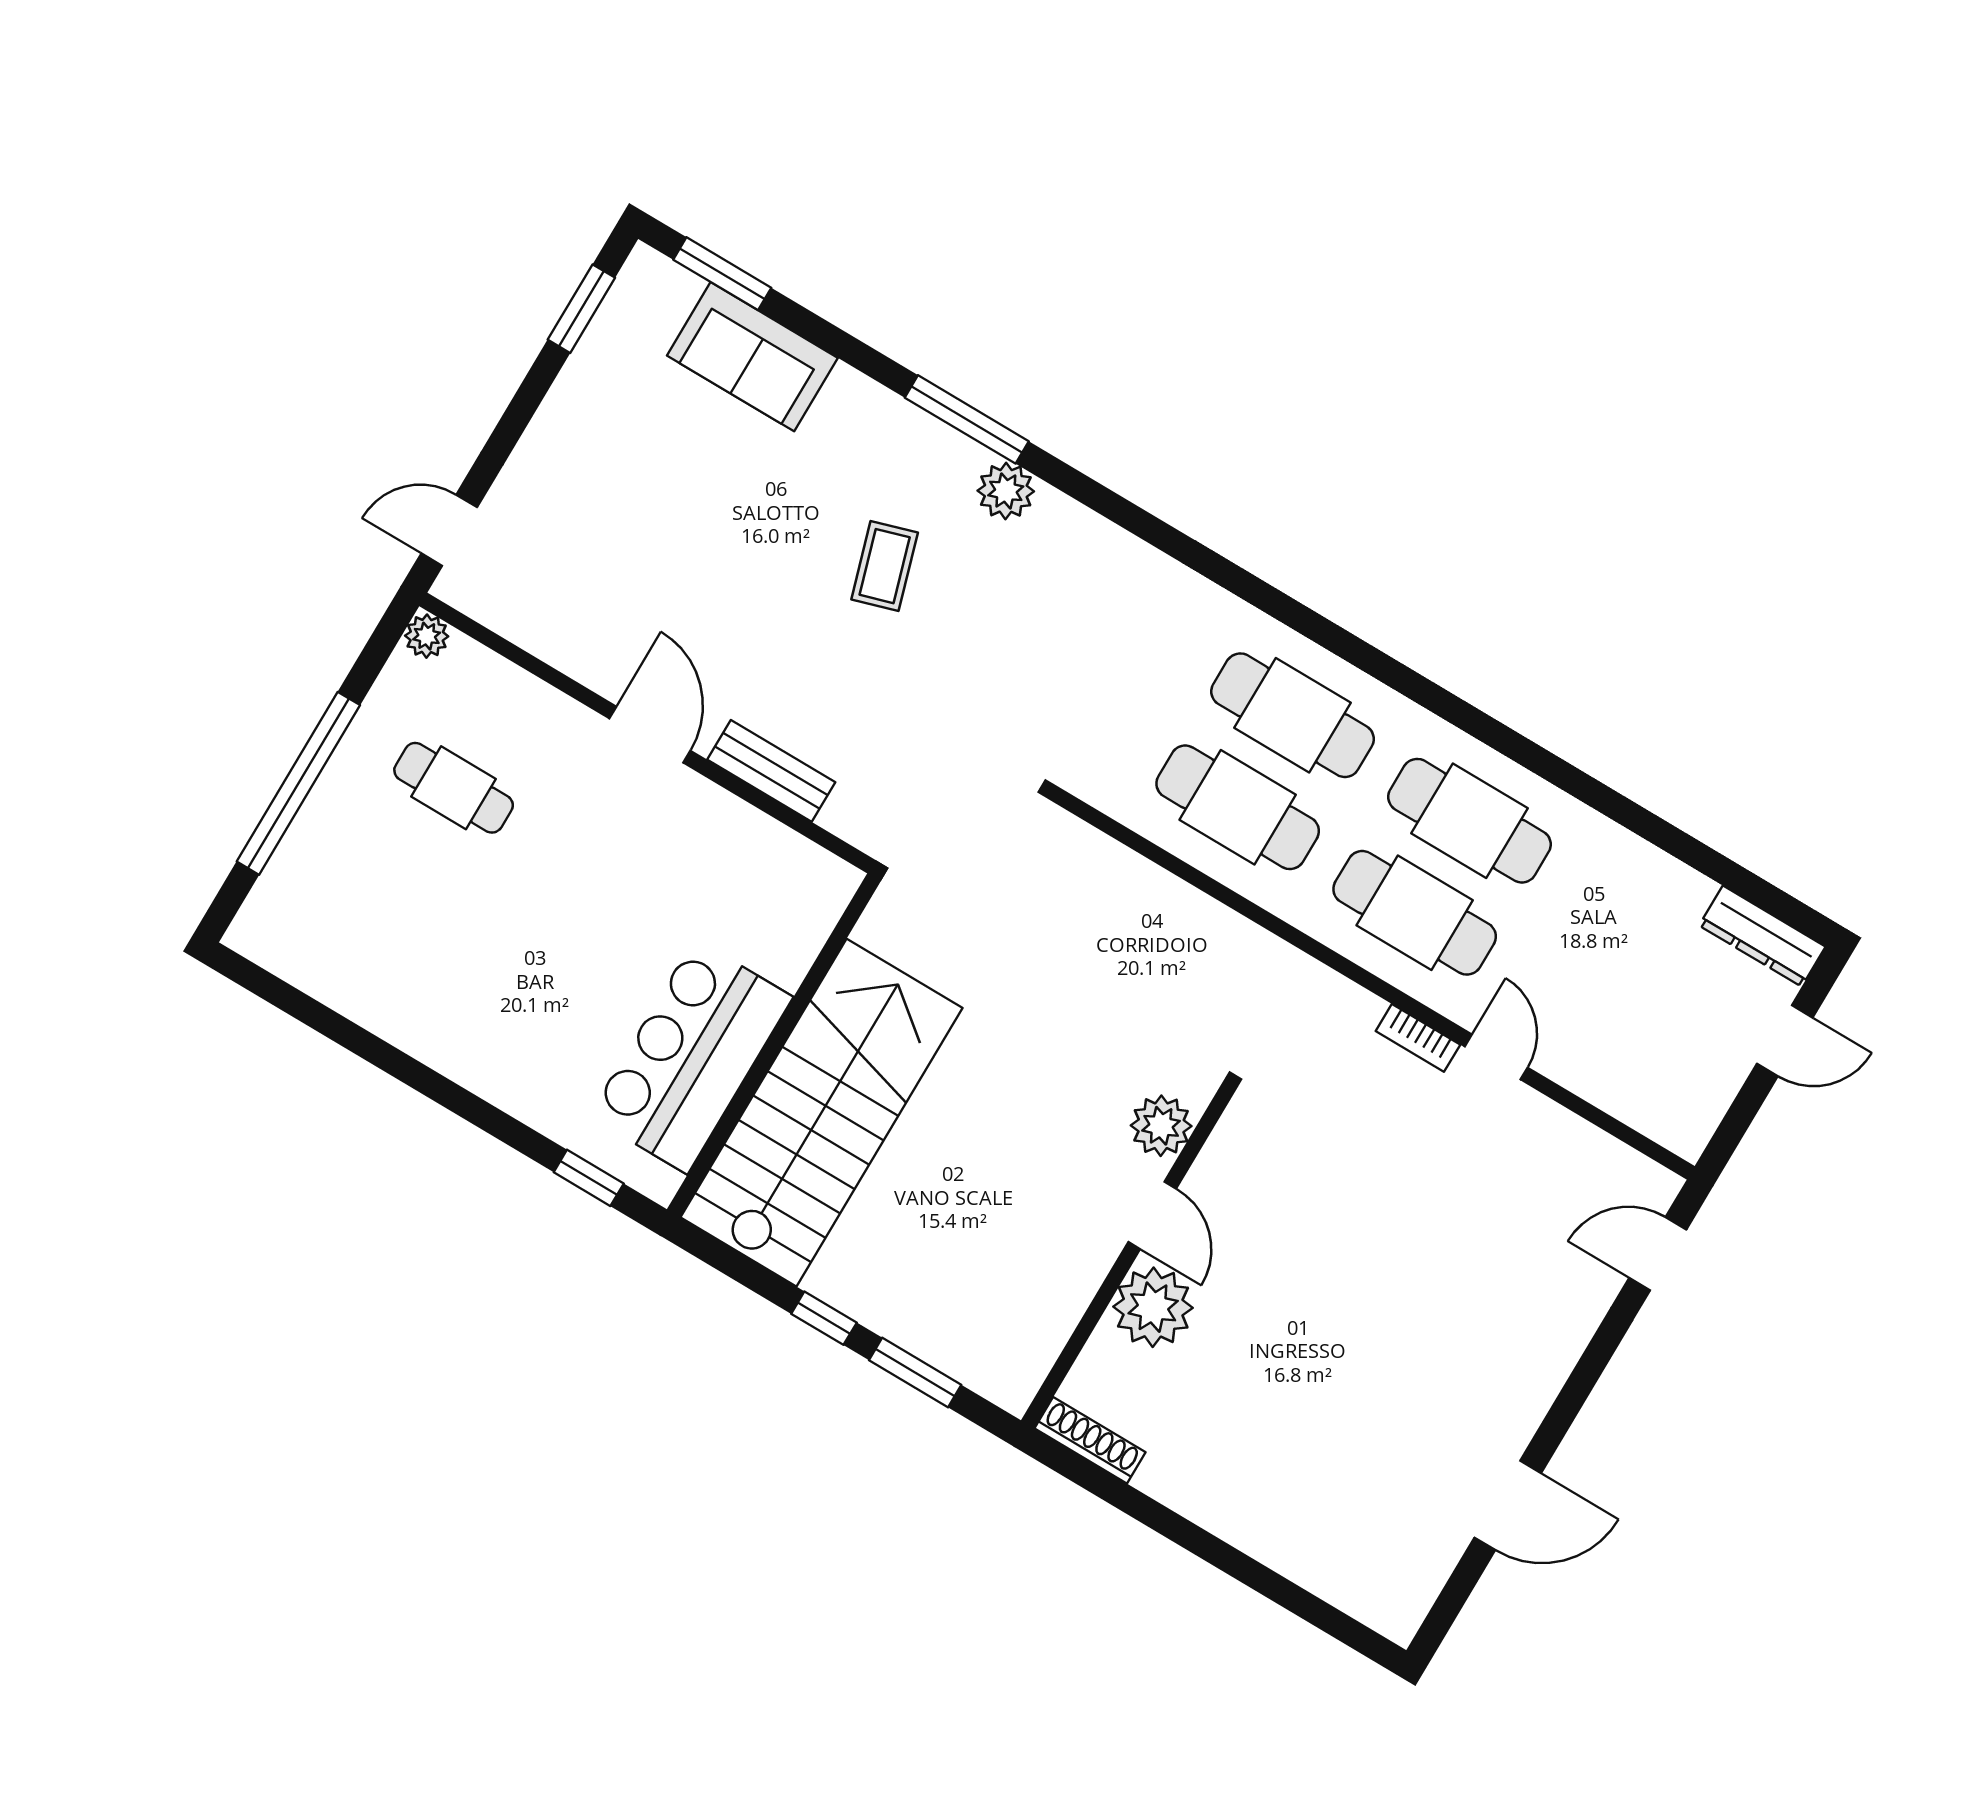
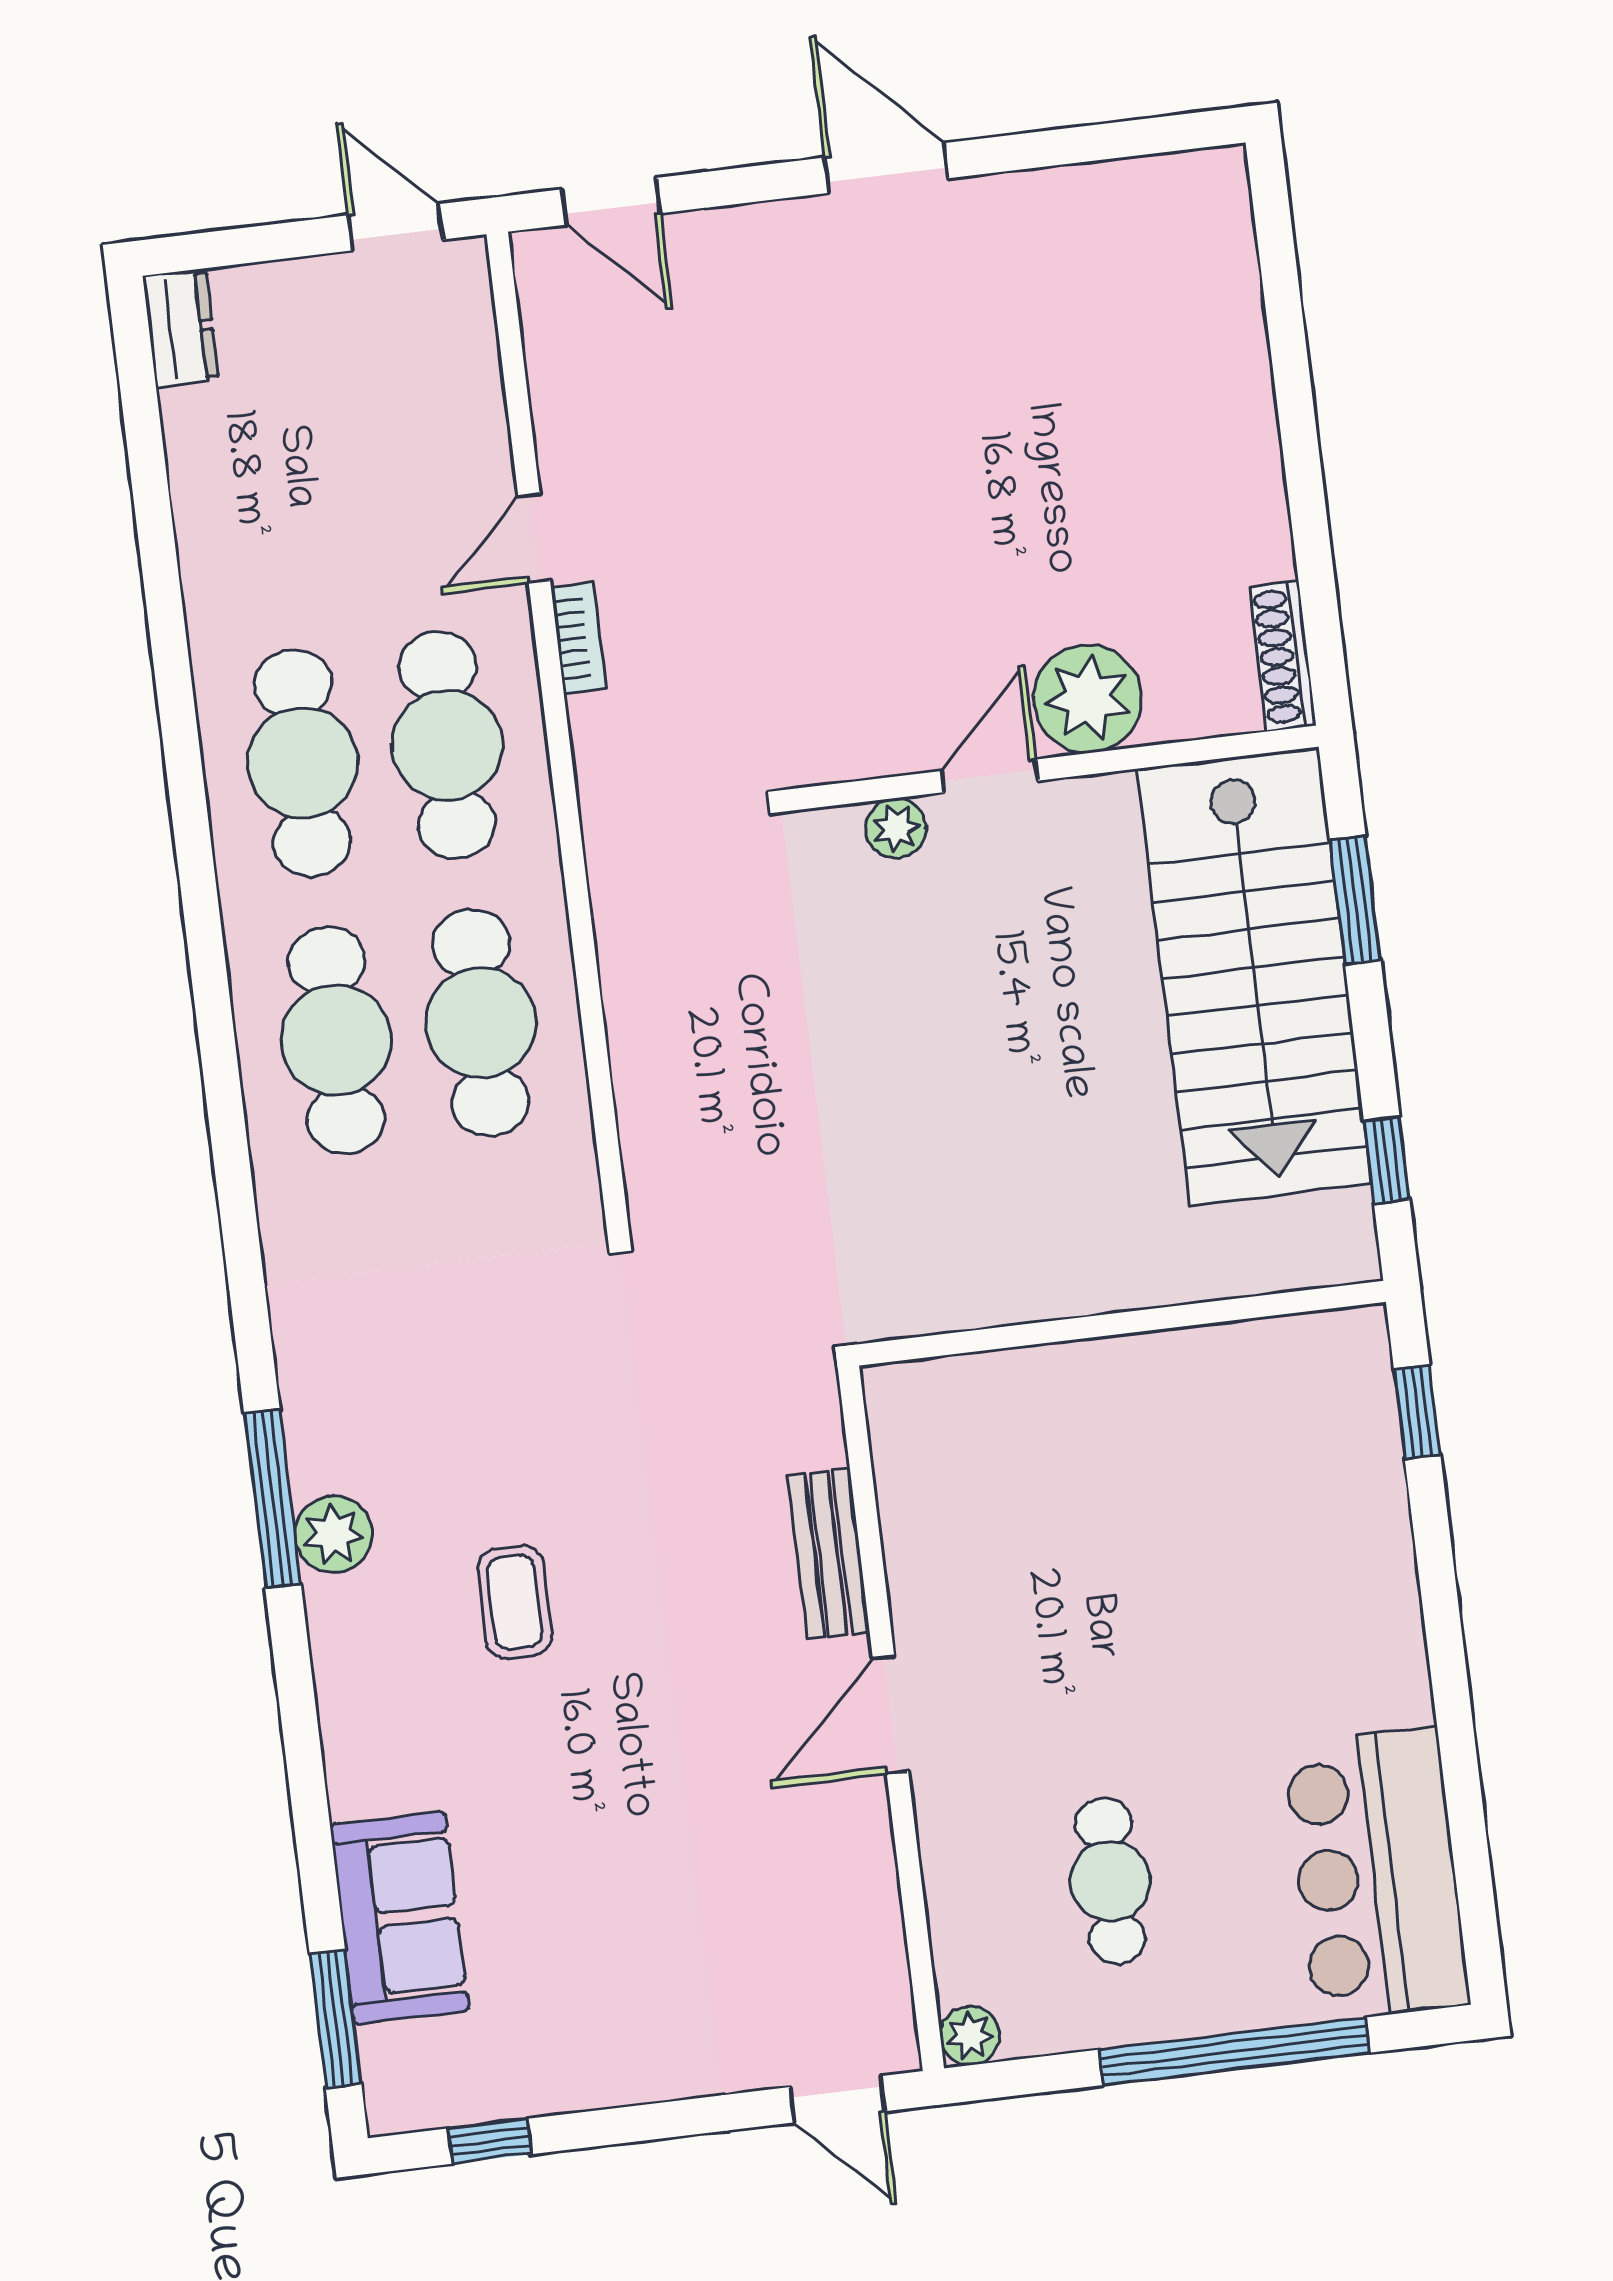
window: (581, 309) -> (490, 2141), width x0.67
window: (967, 419) -> (272, 1499), moved
coffee table: (885, 566) -> (515, 1602), turned -73
dresser: (1762, 936) -> (181, 328), width x0.70
door: (1785, 1041) -> (396, 227), moved
bar counter: (691, 1056) -> (1377, 1874), moved, turned 90
stairs: (821, 1113) -> (1254, 976), moved, turned -90
plant: (1161, 1126) -> (896, 828), width x0.73, depth x0.73
window: (824, 1318) -> (1387, 1160), moved
door: (1508, 1505) -> (886, 168), moved

